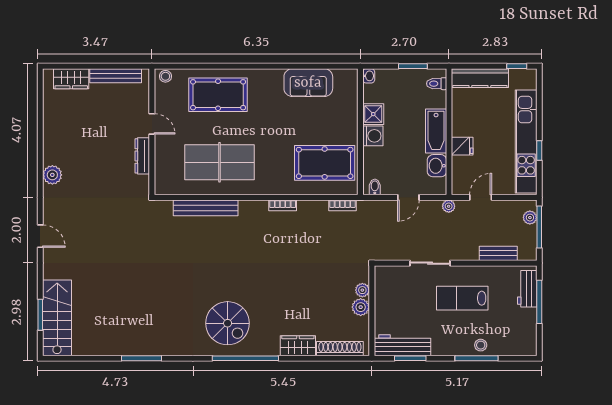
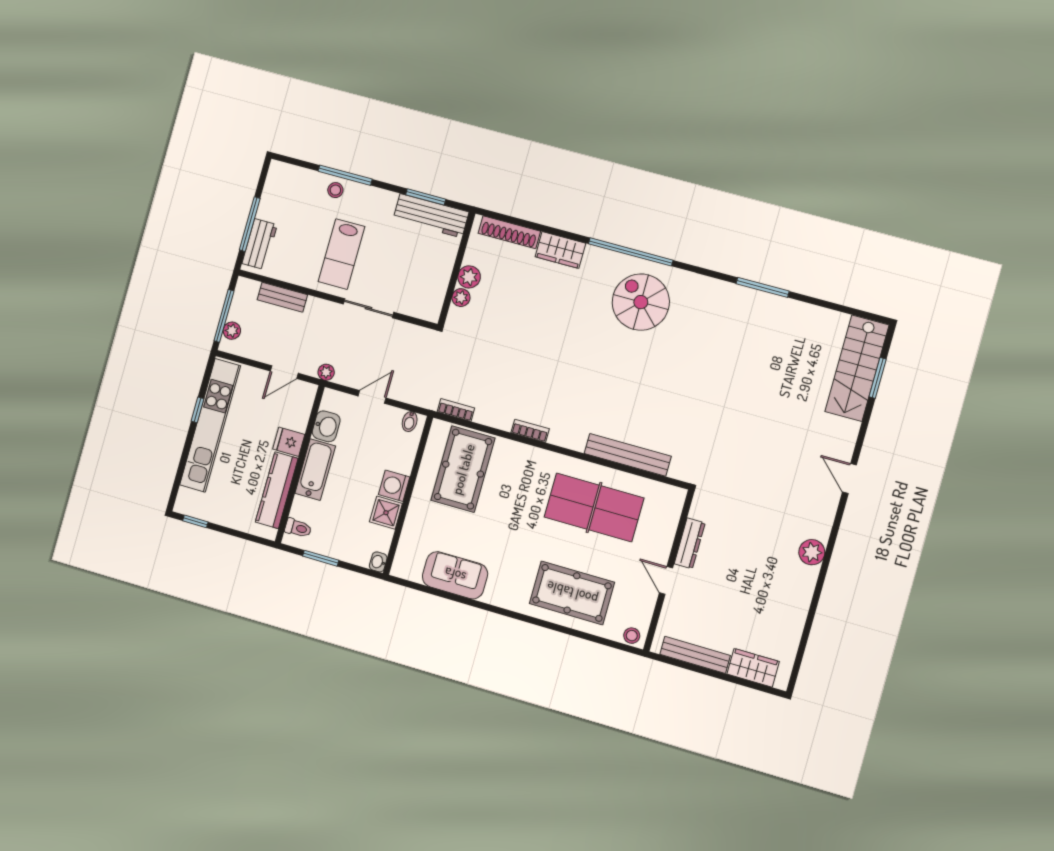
kitchen counter: (480, 78) -> (277, 490), moved, turned -90
pool table: (325, 163) -> (463, 469), turned 90
lab bench: (462, 298) -> (341, 254), turned 90

